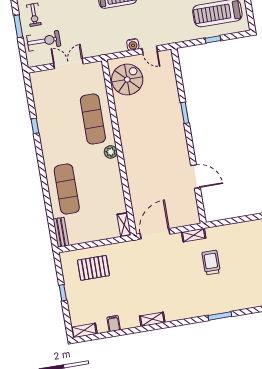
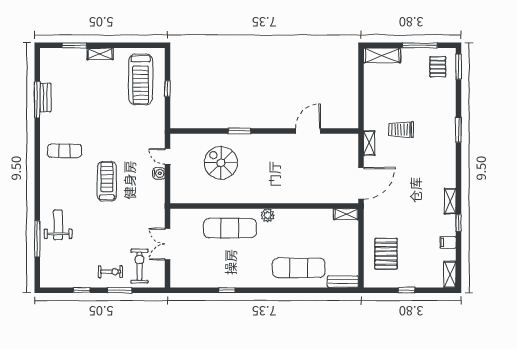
door: (150, 50) -> (168, 157), swing flipped
spiral stairs: (127, 79) -> (221, 163), moved
door: (155, 234) -> (361, 183), swing flipped
window: (133, 330) -> (458, 223), added

